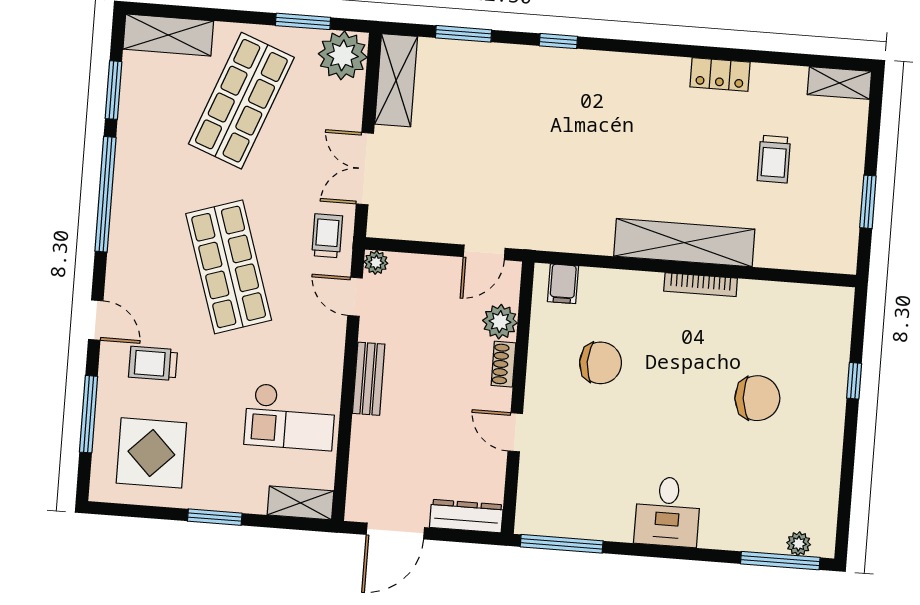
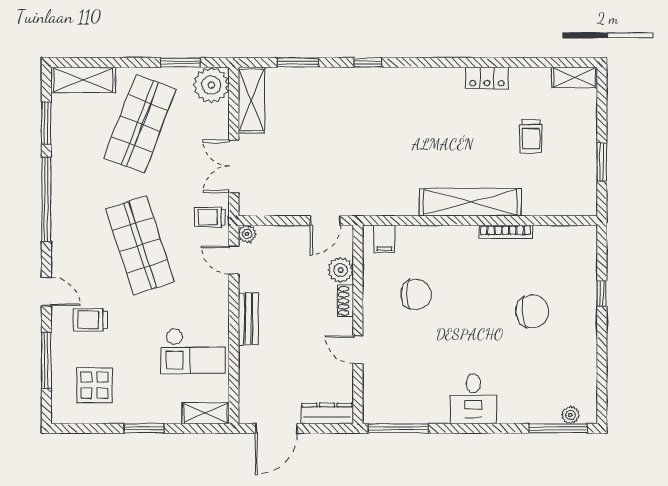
trolley: (327, 236) -> (210, 217), turned -90
bookcase: (701, 285) -> (505, 232), moved
display table: (151, 453) -> (94, 385), width x0.73, depth x0.73

